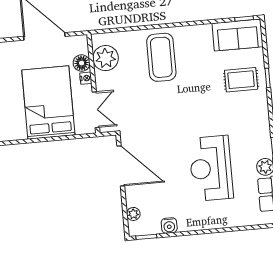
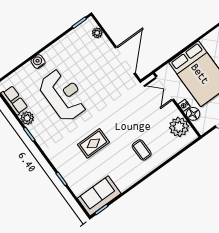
coffee table: (161, 57) -> (142, 150), width x0.54, depth x0.58
rug: (241, 80) -> (93, 143), moved
door: (121, 166) -> (125, 60), swing flipped
water cooler: (169, 226) -> (38, 62), moved

